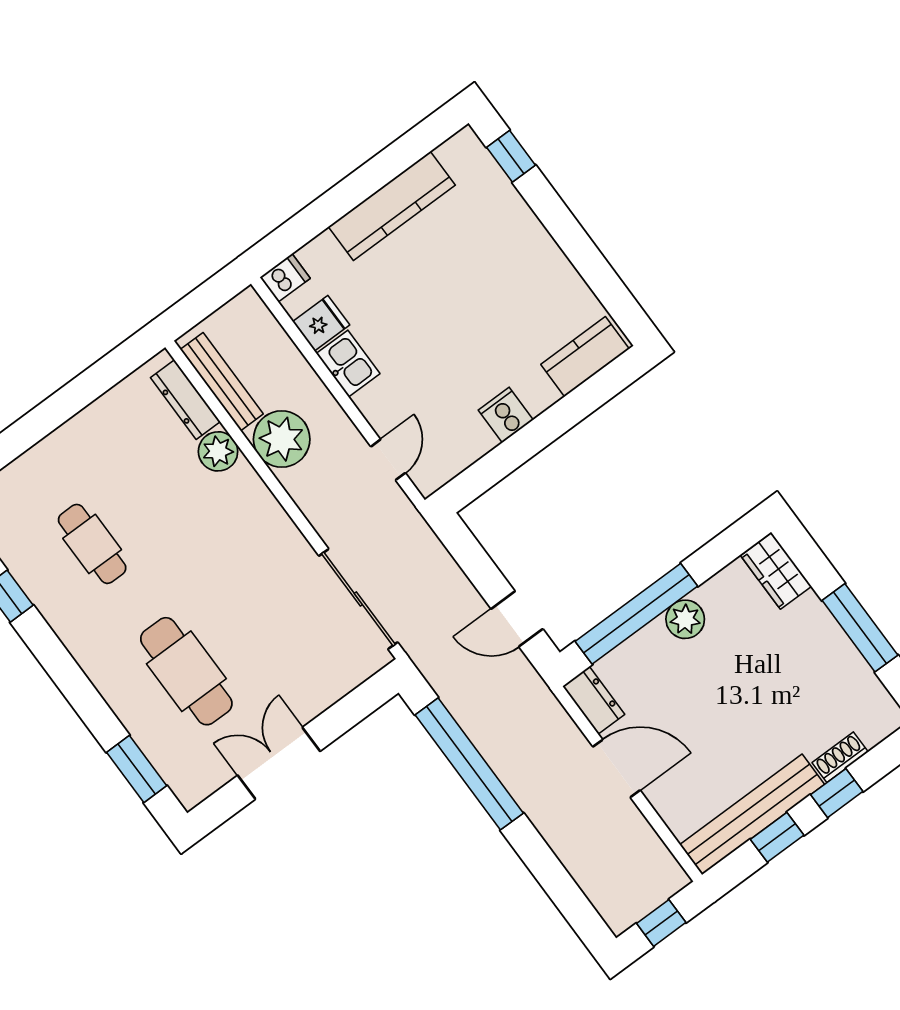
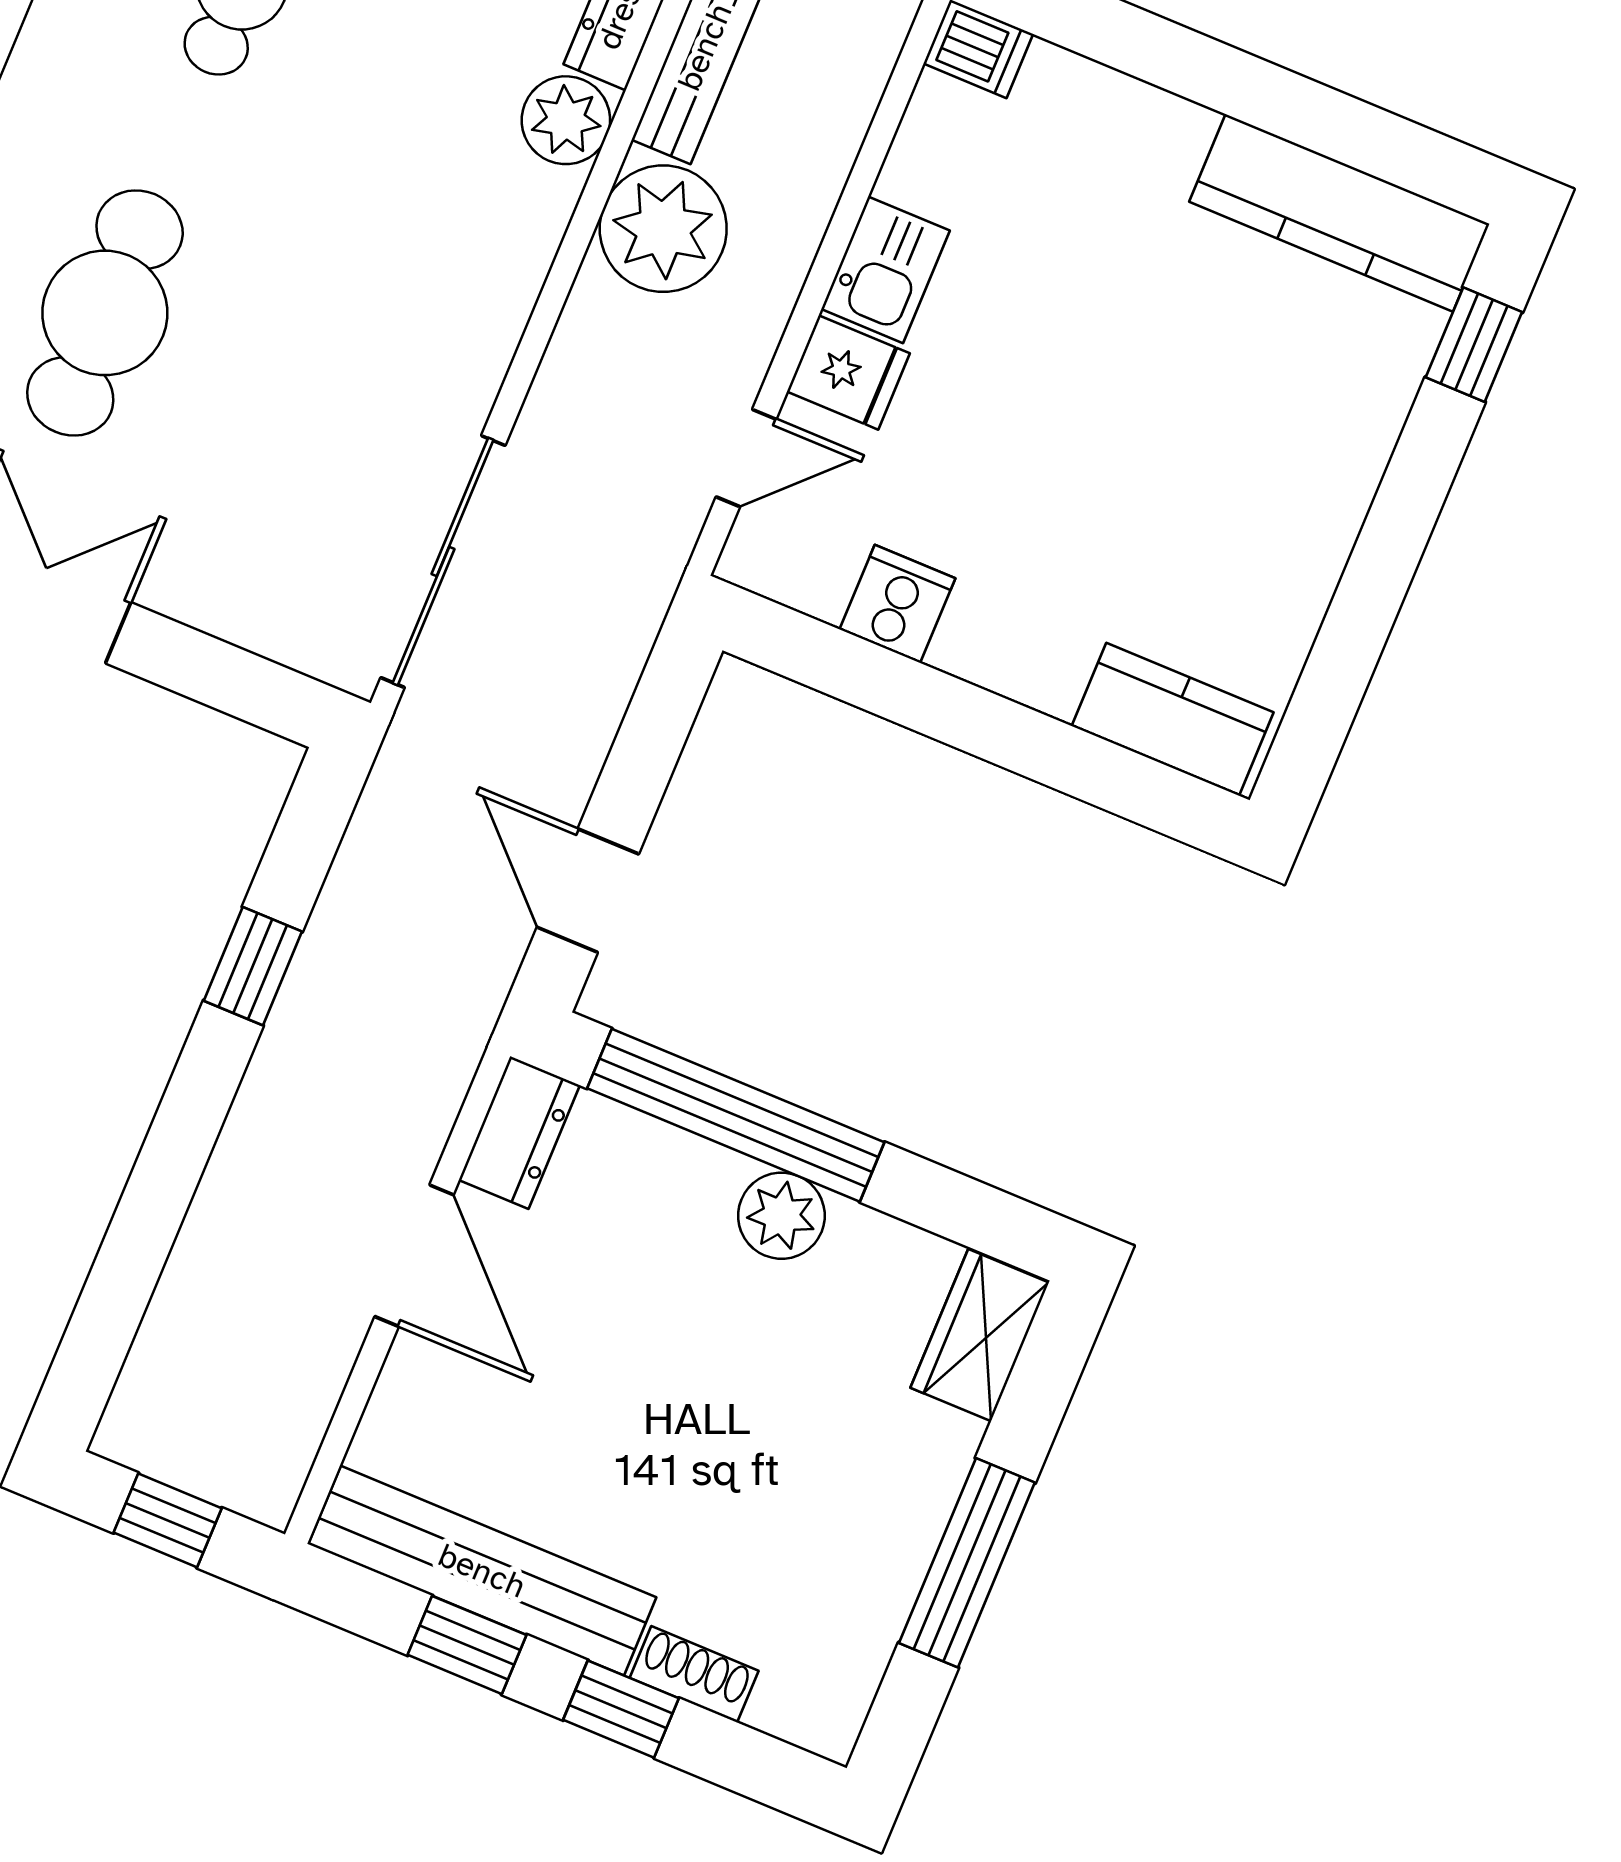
kitchen counter: (392, 206) -> (1339, 213), moved
fridge: (321, 323) -> (848, 372), moved
cooker: (506, 415) -> (897, 604), moved
window: (469, 764) -> (253, 966), width x0.32

